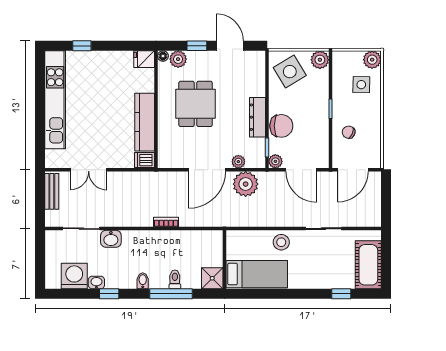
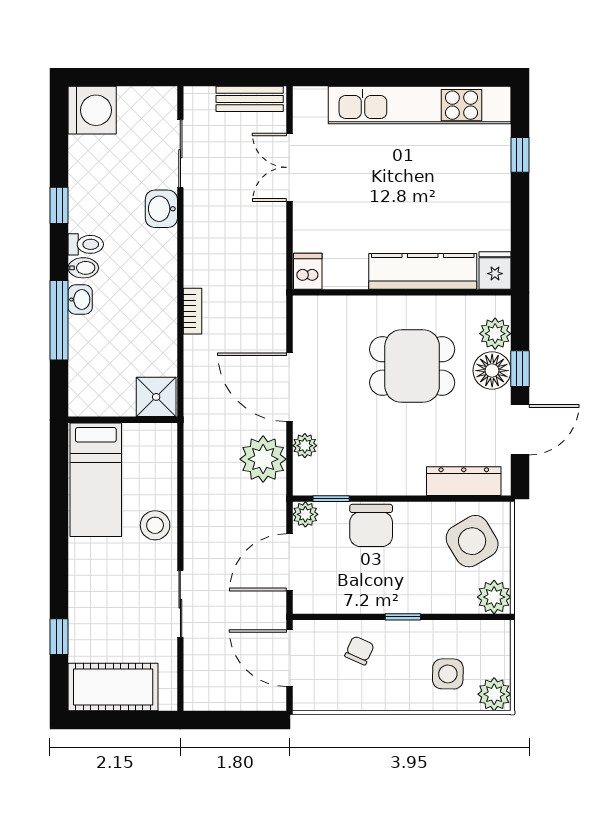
floor lamp: (163, 56) -> (492, 371), moved, width x1.89, depth x1.89
dresser: (257, 117) -> (464, 481), moved
kitchen counter: (145, 122) -> (423, 271), moved
washing machine: (74, 276) -> (92, 110), moved
shower: (212, 278) -> (156, 397), moved
toilet: (175, 279) -> (86, 244), moved
washbasin: (96, 282) -> (80, 300), moved

